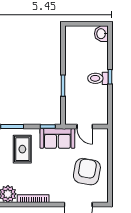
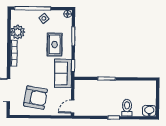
toilet: (98, 78) -> (127, 108), moved
door: (85, 127) -> (73, 106), moved
rug: (22, 149) -> (55, 44), turned 90

